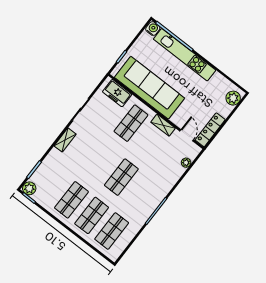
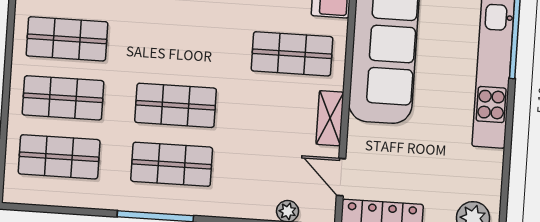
door: (187, 135) -> (341, 177), swing flipped
shop shelf: (141, 193) -> (172, 164), added

